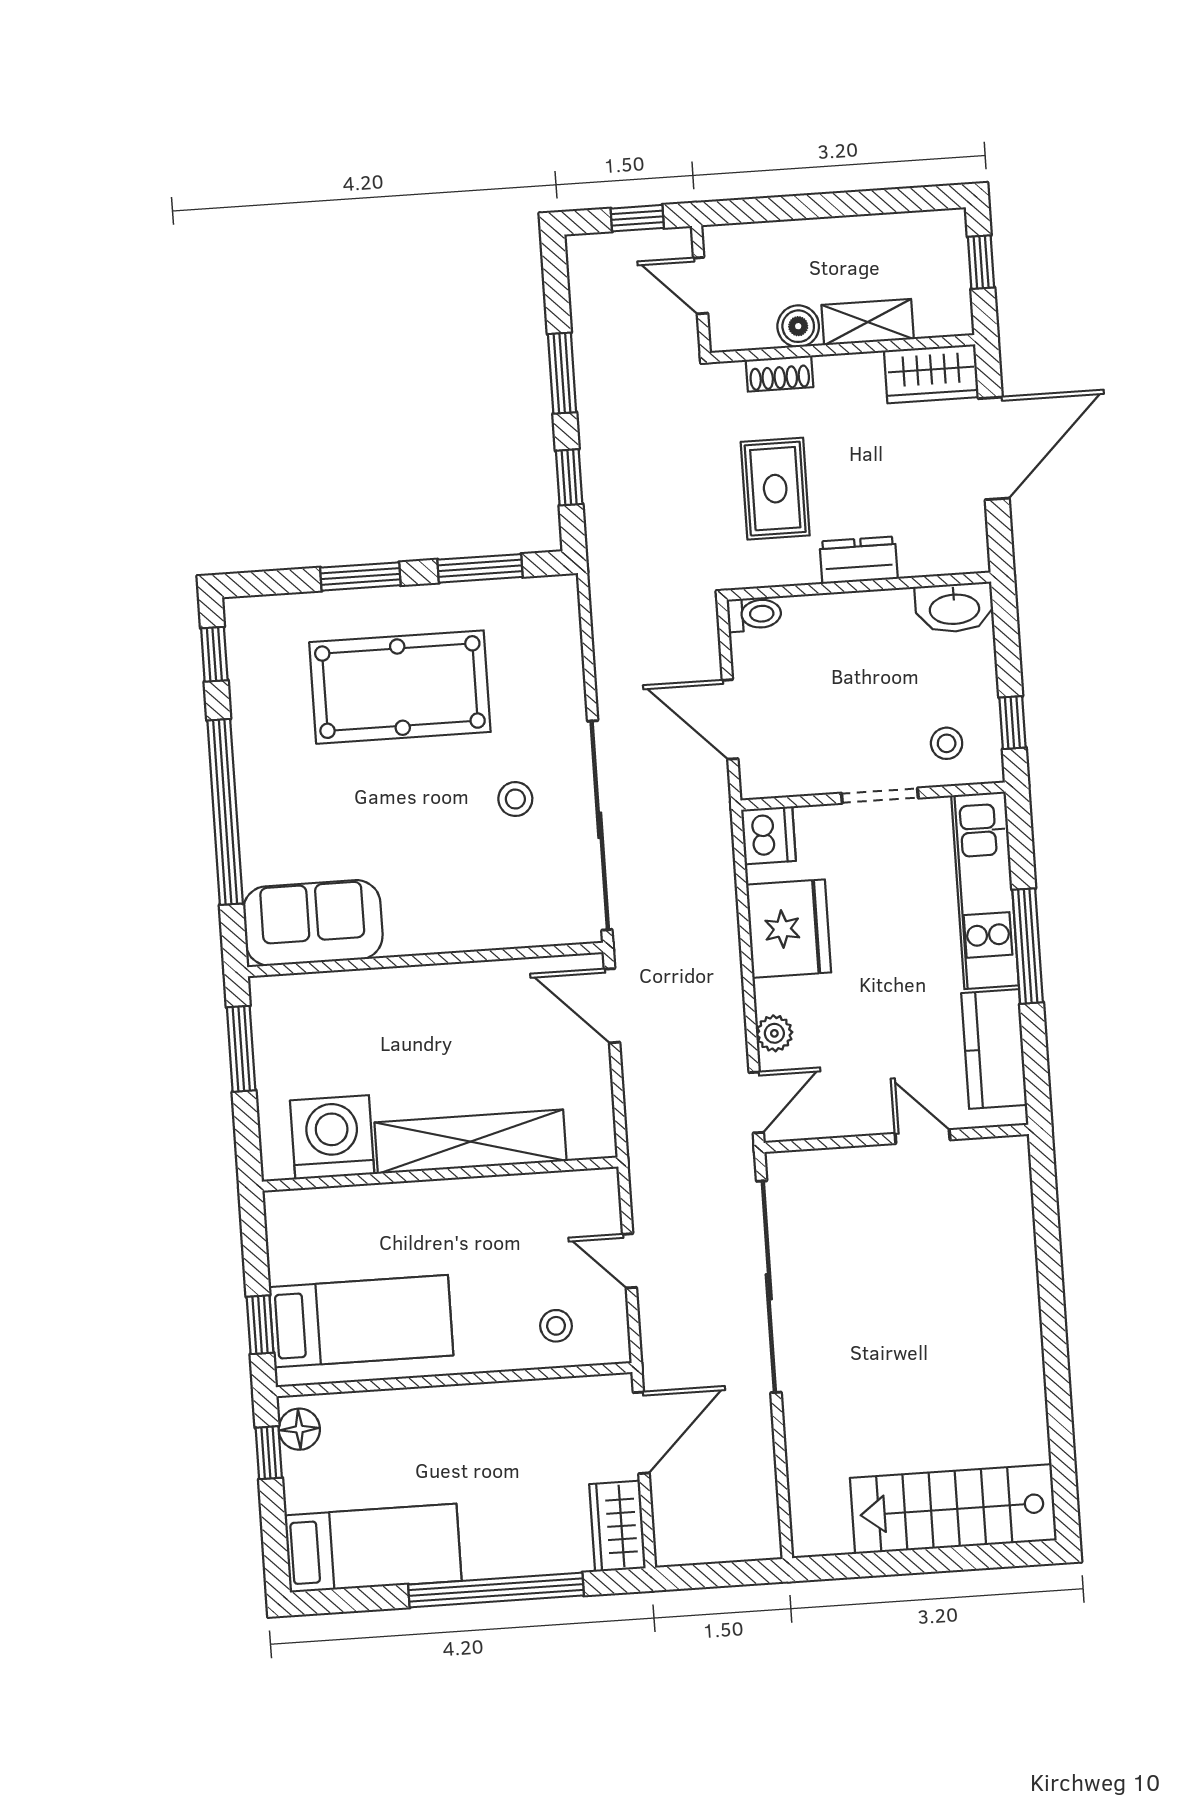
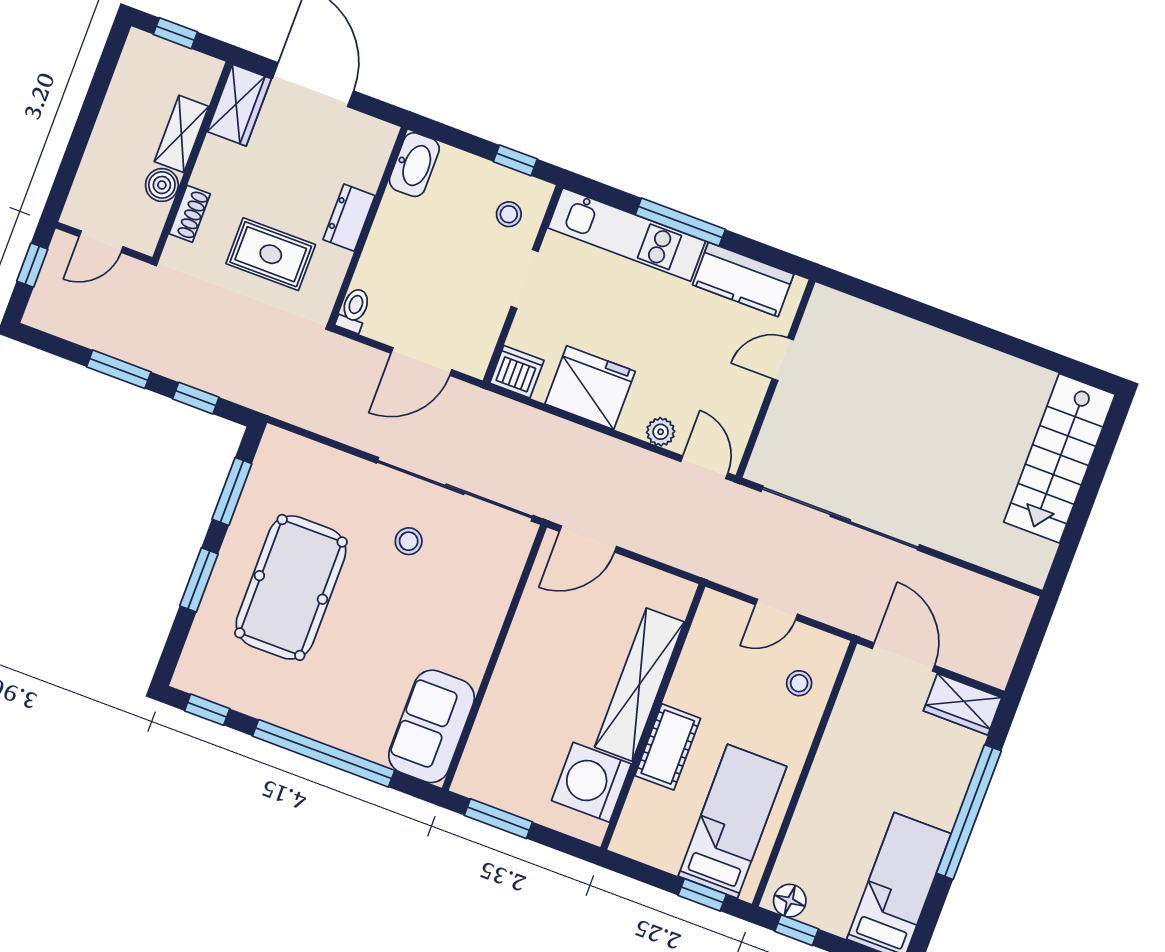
cot: (413, 1207) -> (668, 747), added

